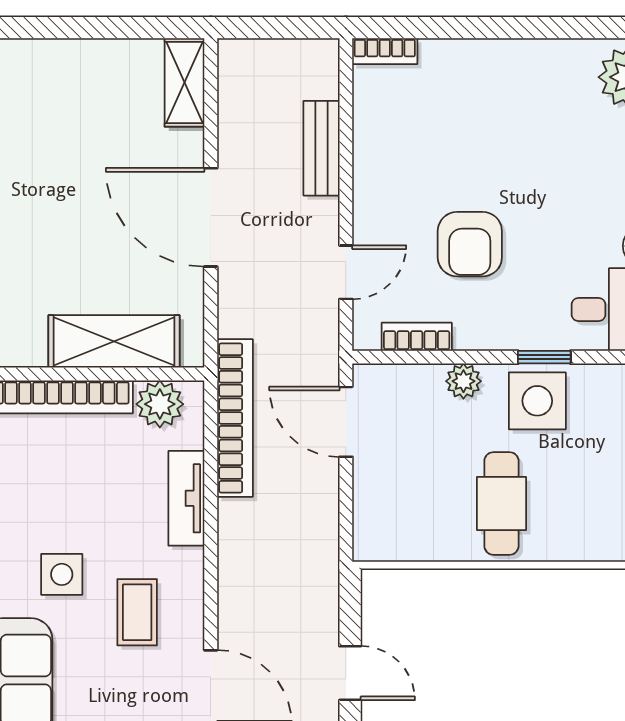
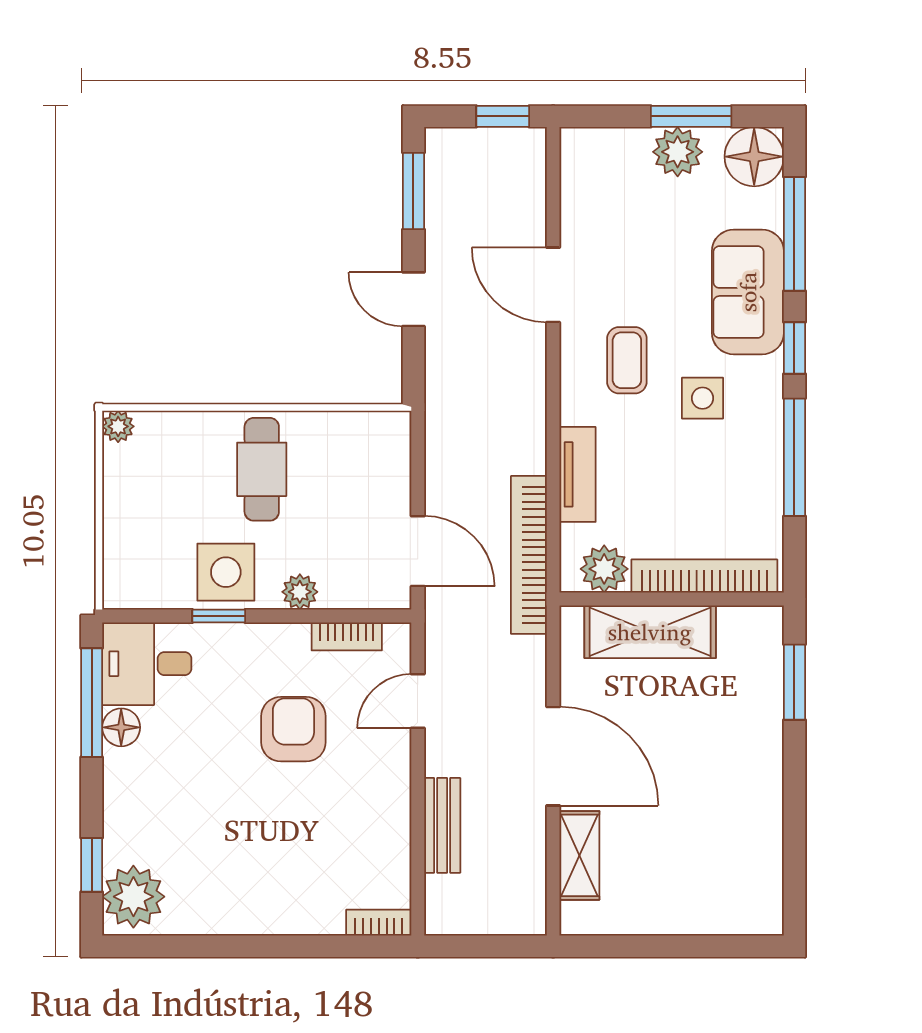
shelving: (185, 82) -> (579, 855), moved

